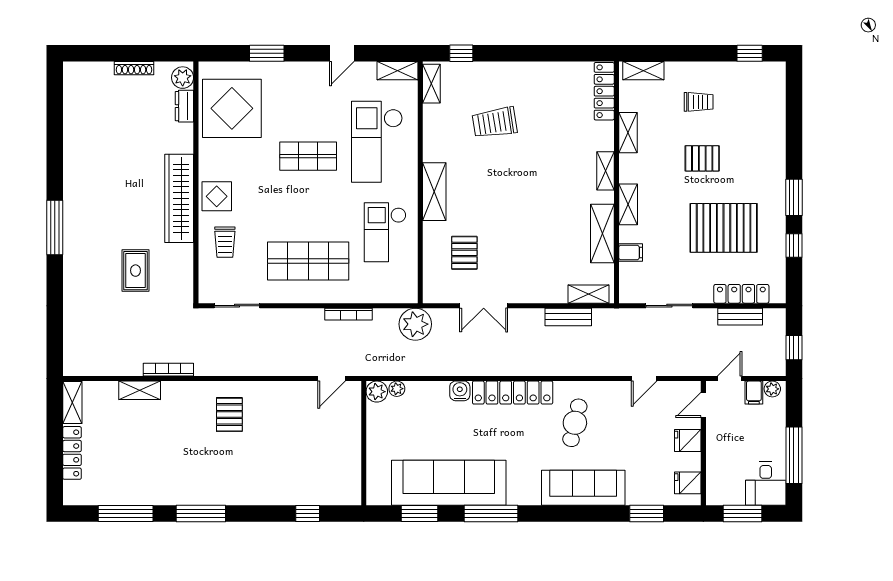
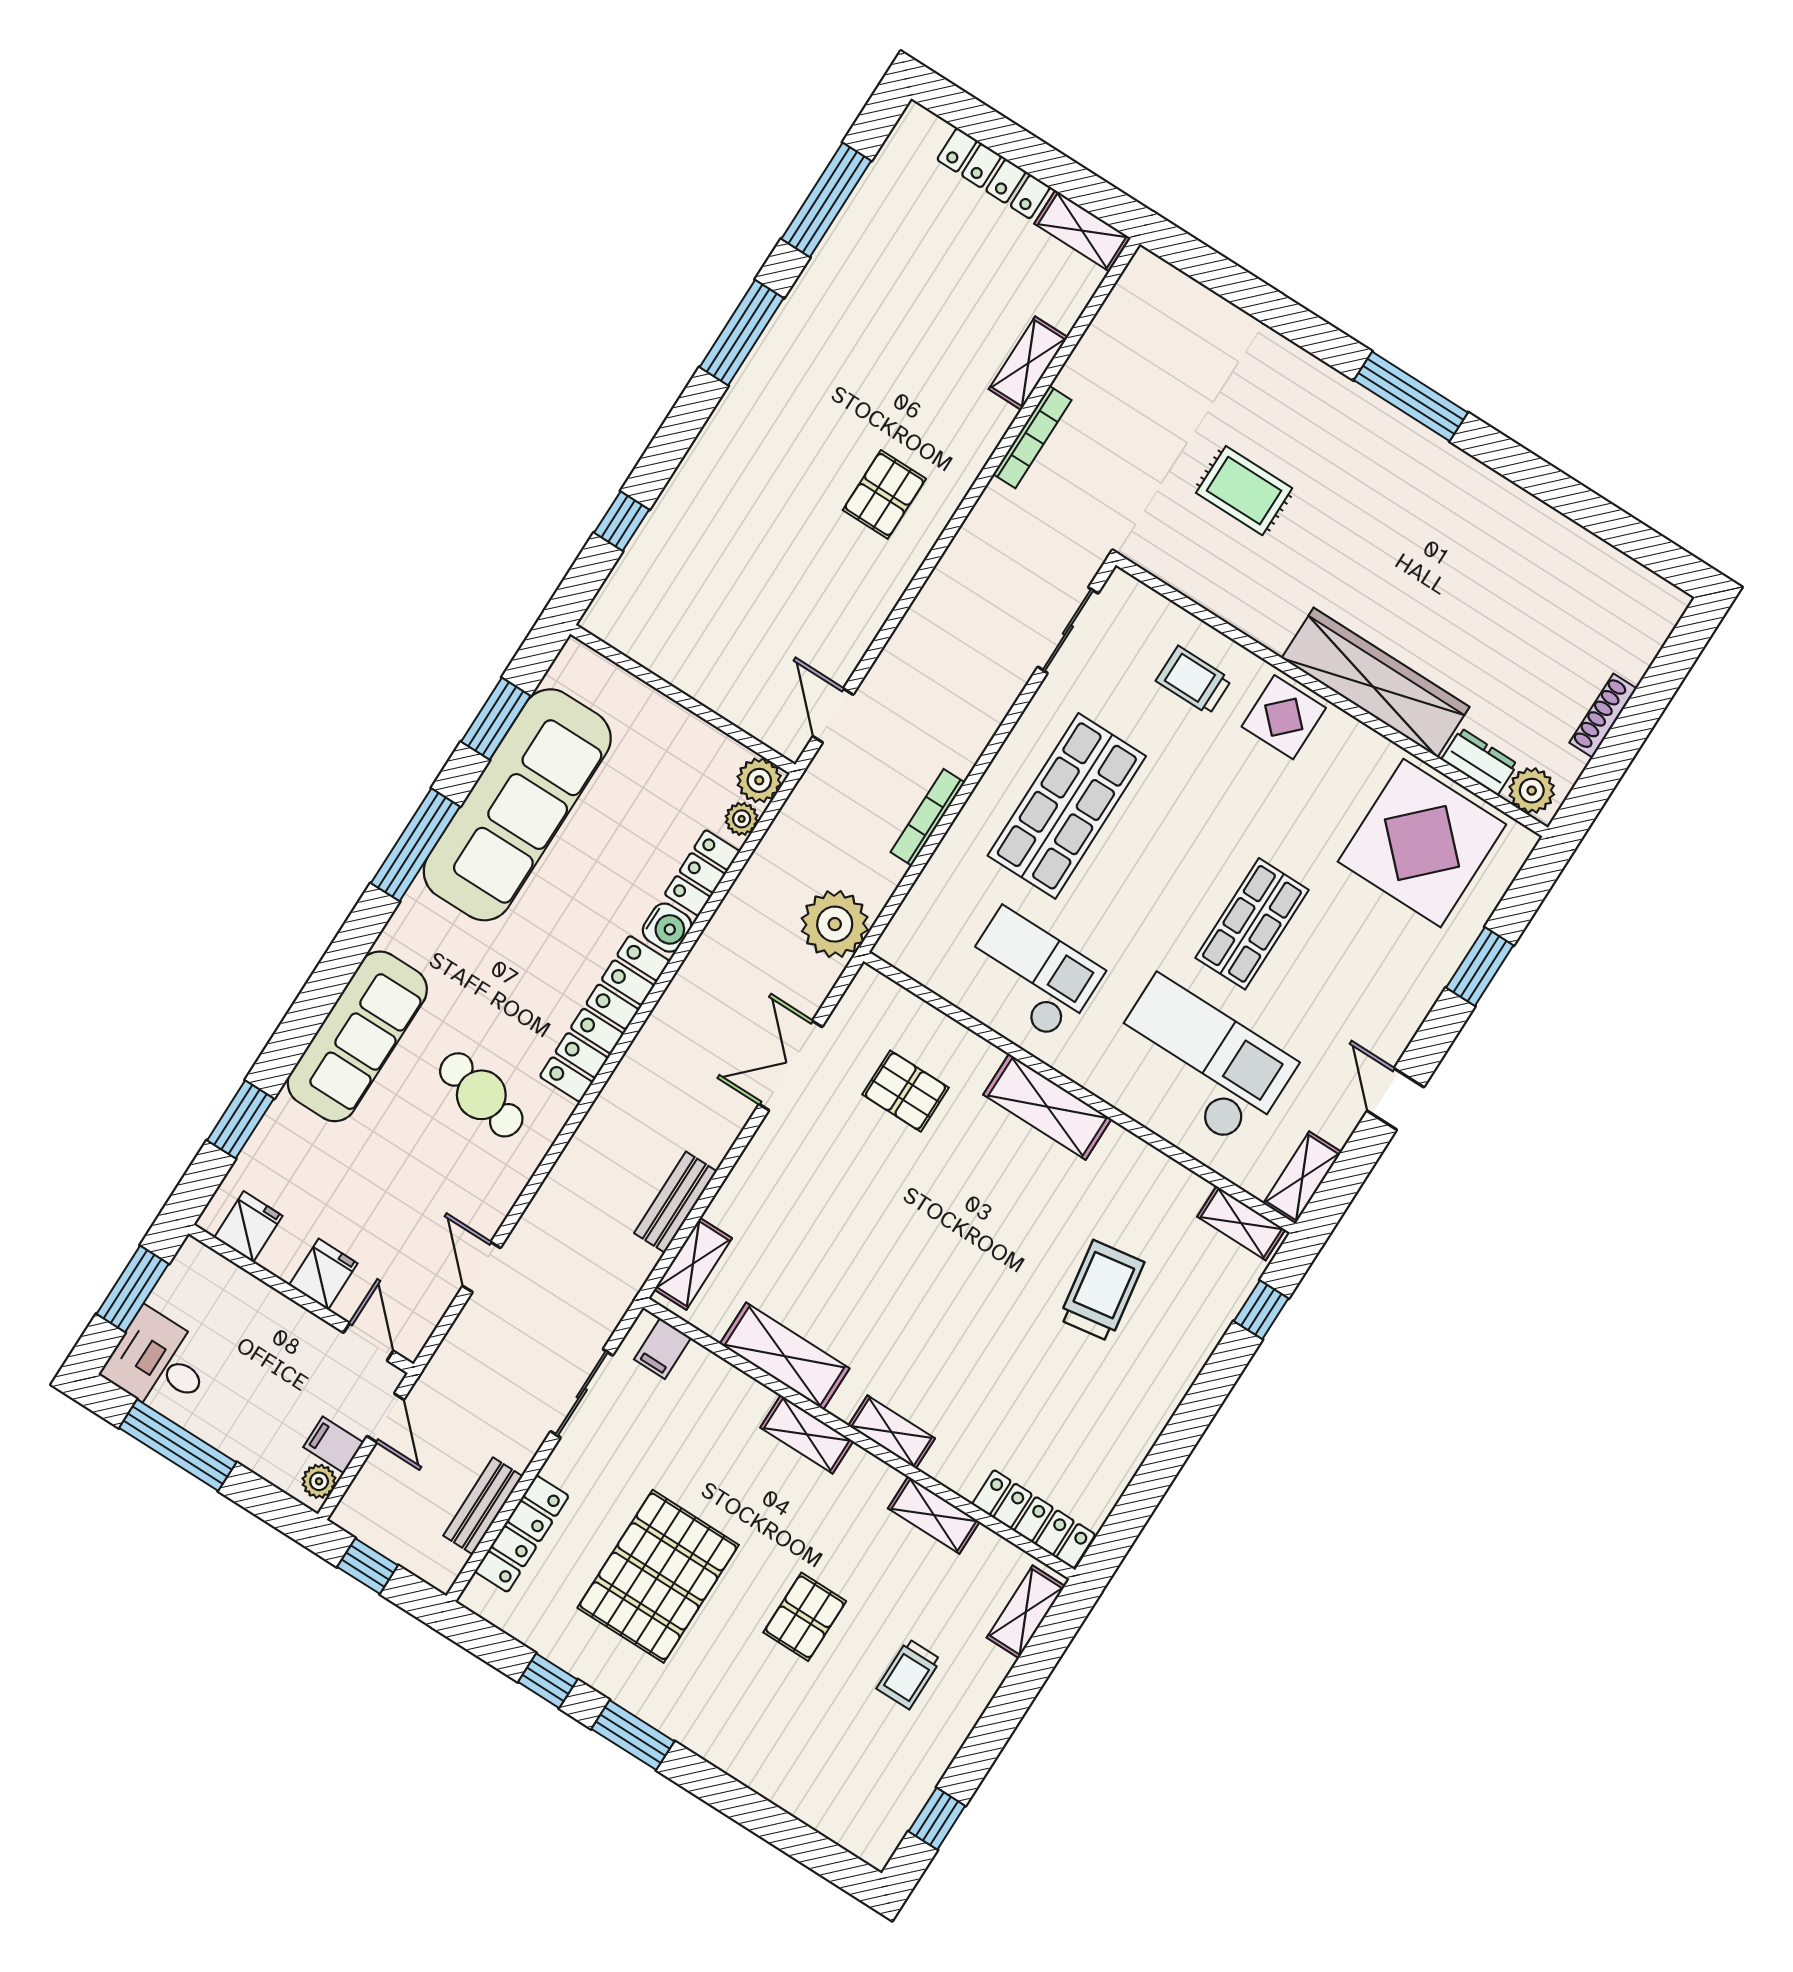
wardrobe: (179, 198) -> (1375, 683), moved
filing cabinet: (631, 252) -> (663, 1349), moved
locker: (429, 391) -> (702, 873), added
pallet: (229, 415) -> (884, 494), turned 90

